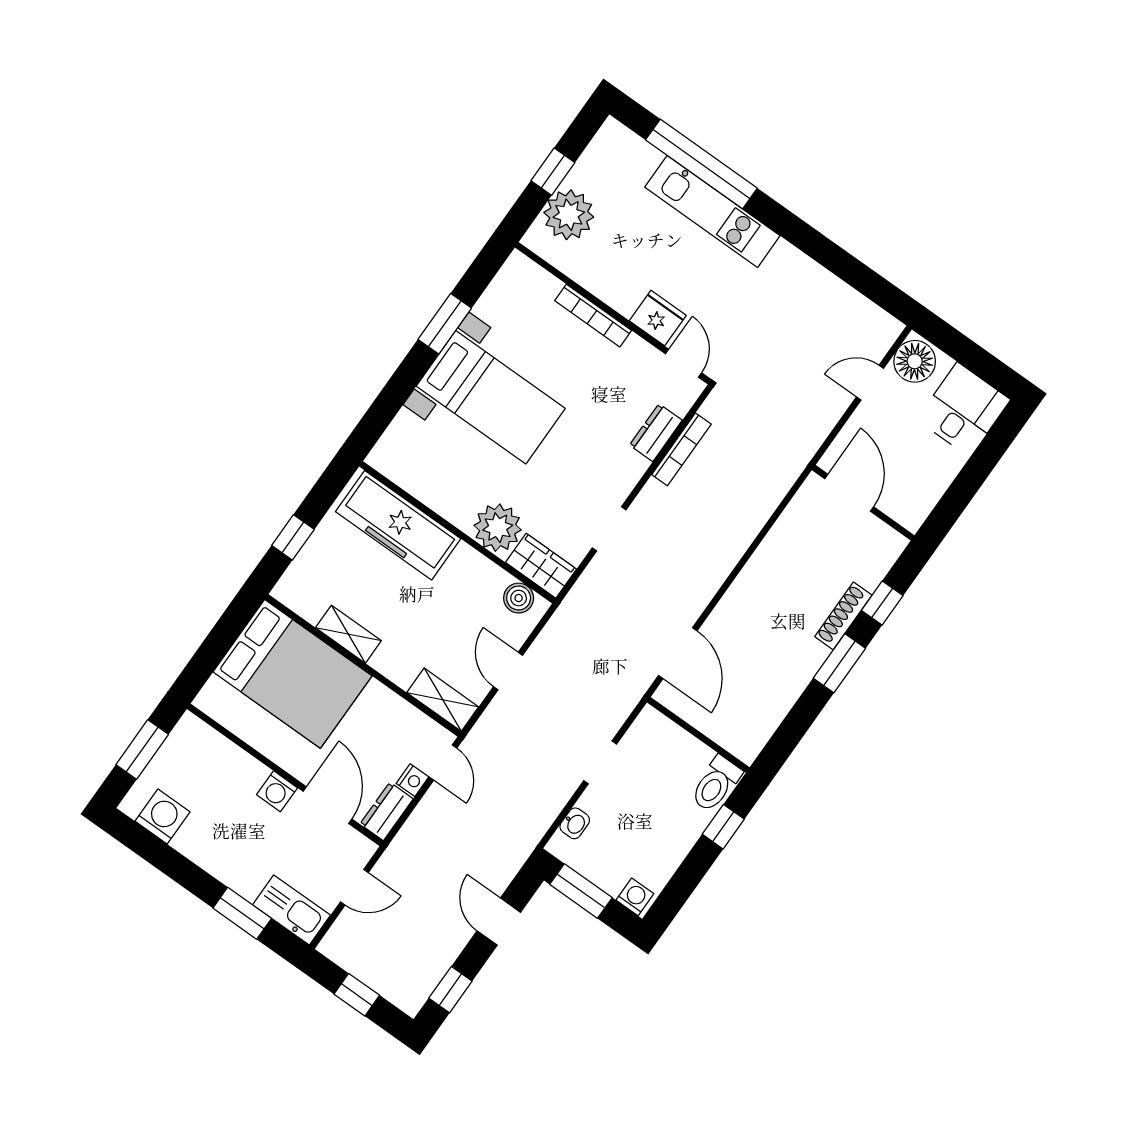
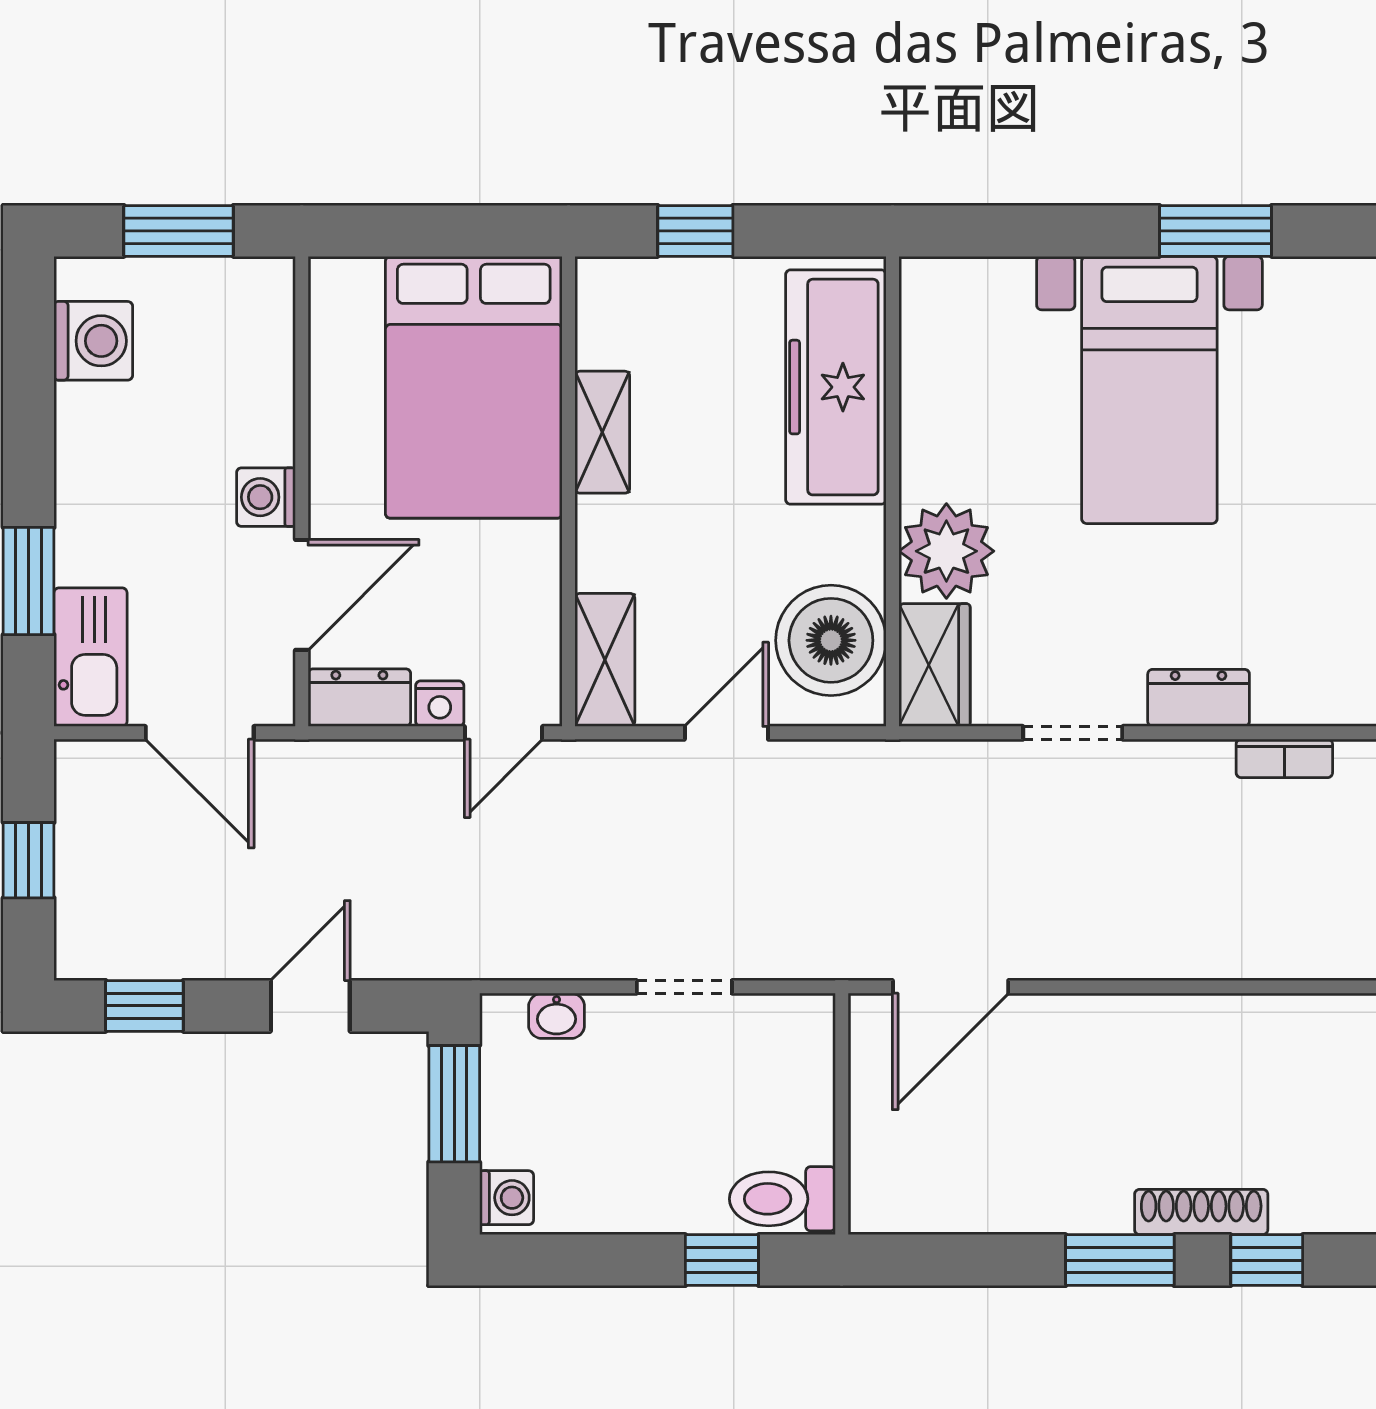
dresser: (656, 433) -> (1199, 698), moved
bookcase: (681, 449) -> (1284, 758), width x0.64
boiler: (519, 598) -> (831, 640), width x1.86, depth x1.86
door: (354, 887) -> (200, 733), width x1.38

